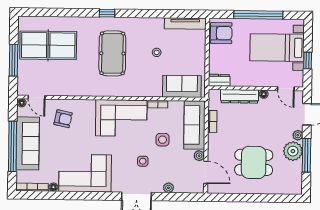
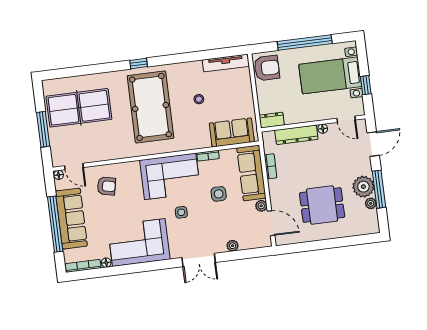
pool table: (112, 53) -> (150, 107), width x1.36, depth x1.32
plant: (298, 135) -> (371, 203), moved
side table: (143, 161) -> (181, 212), moved

